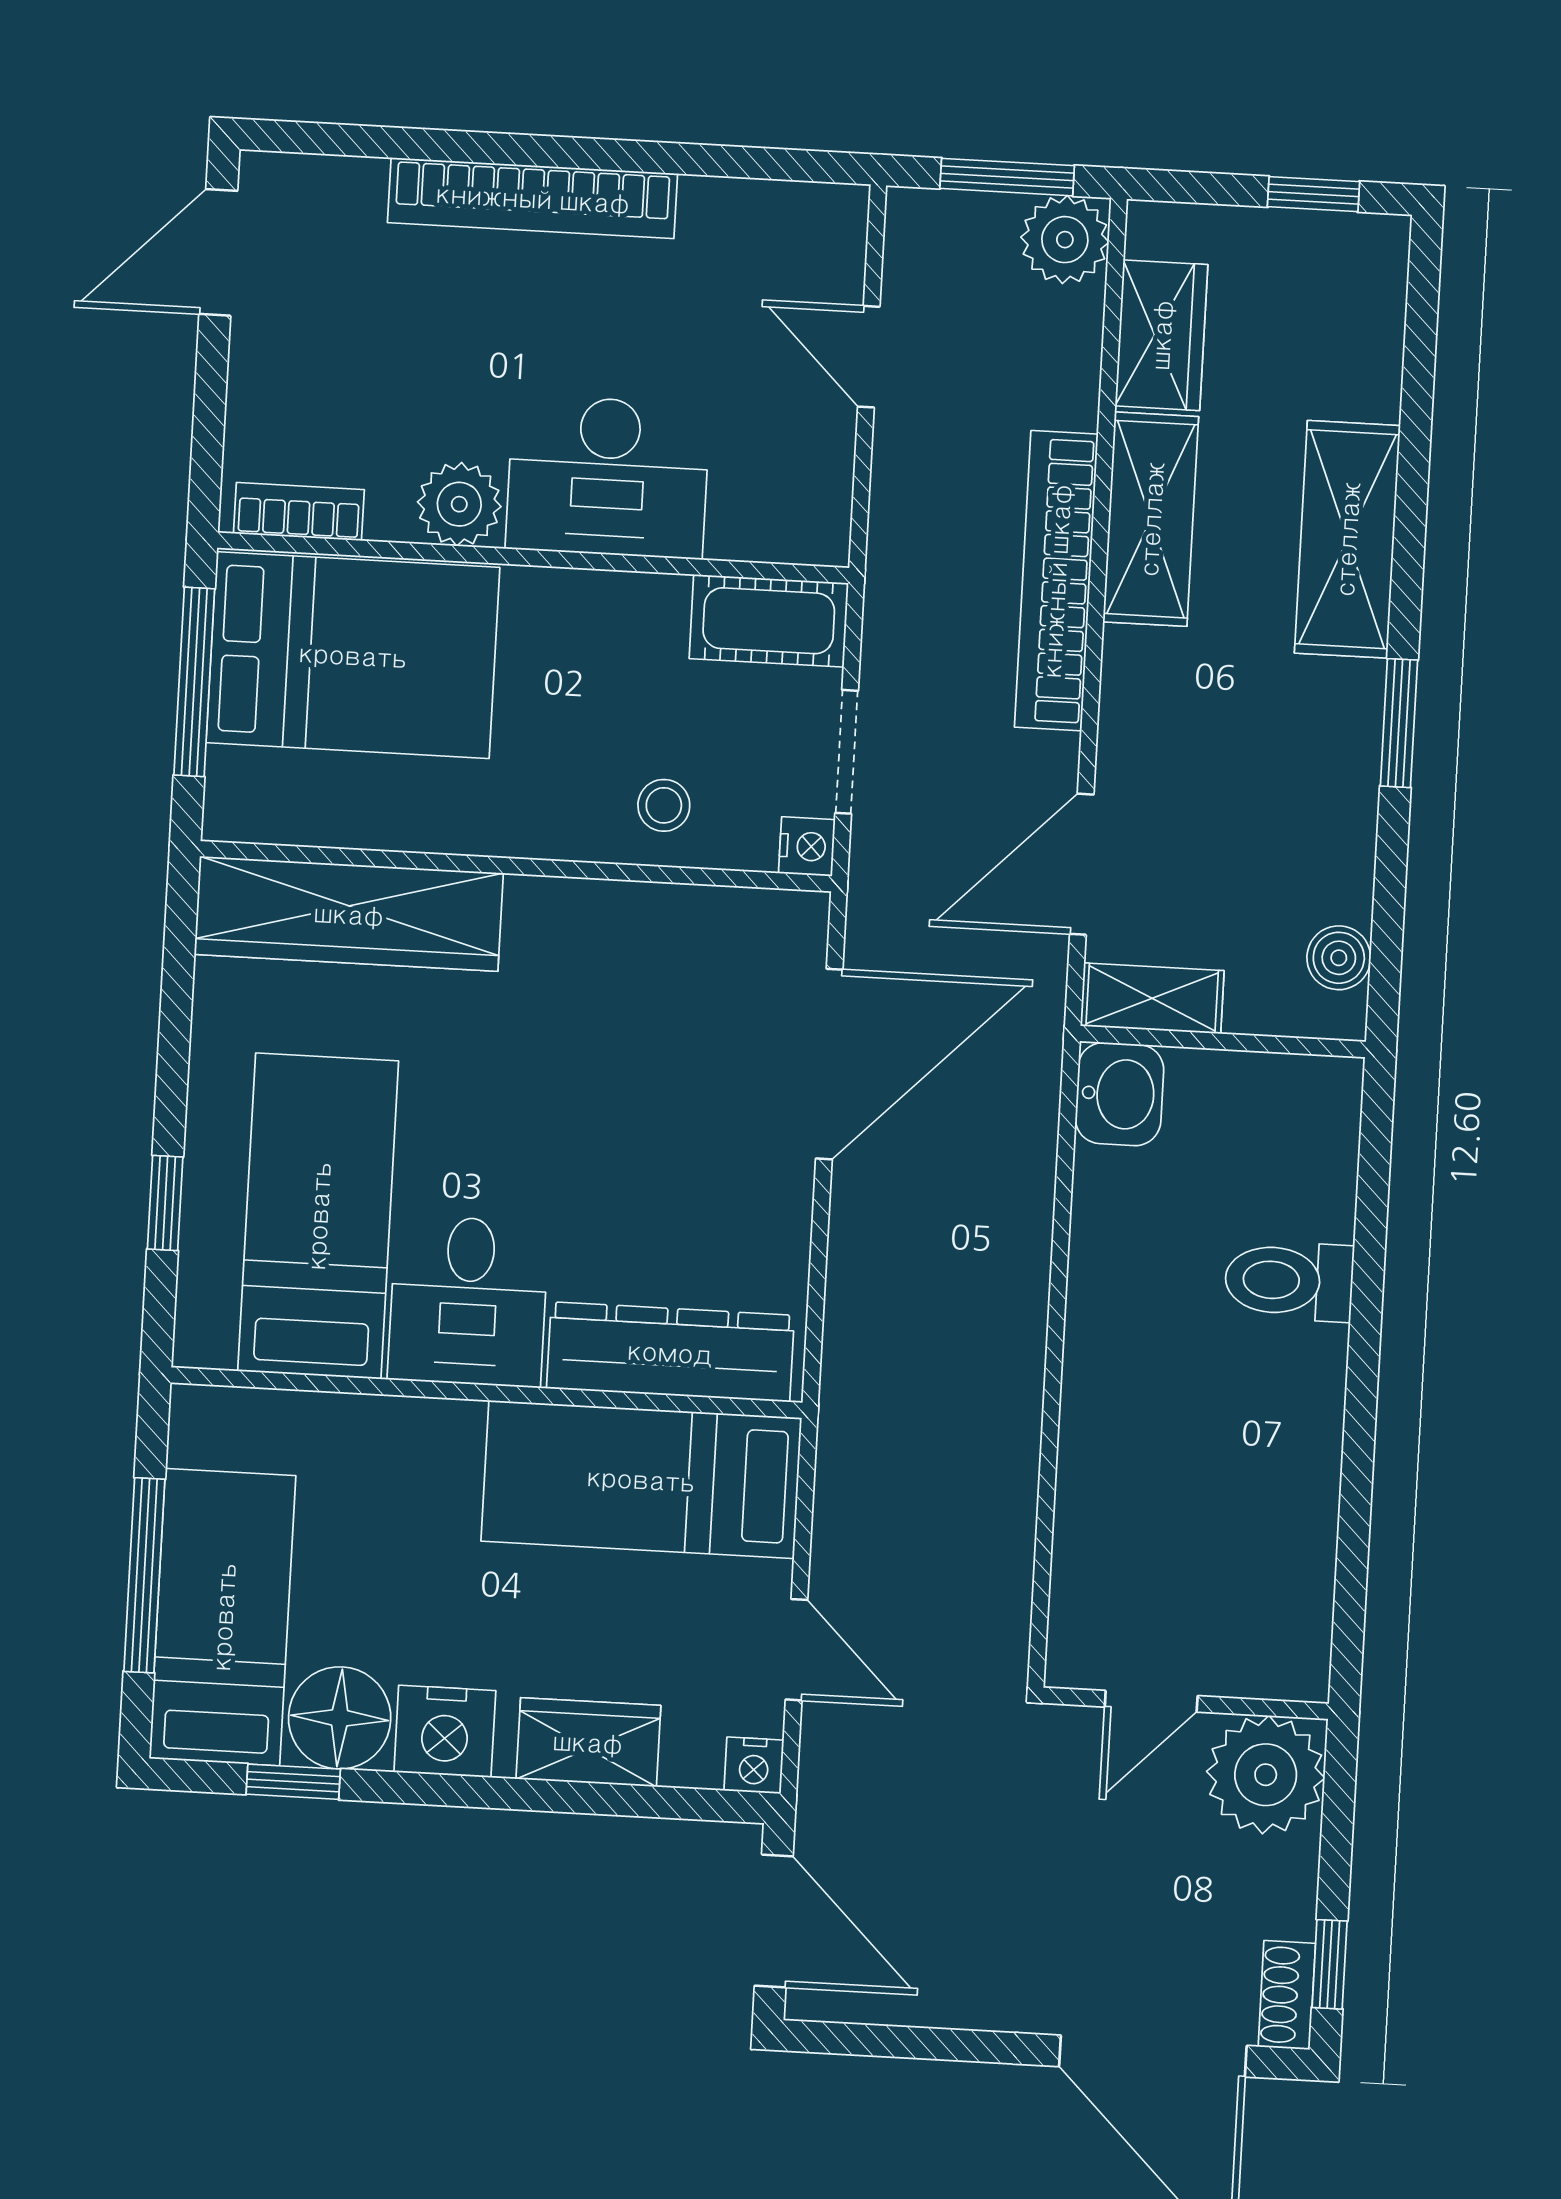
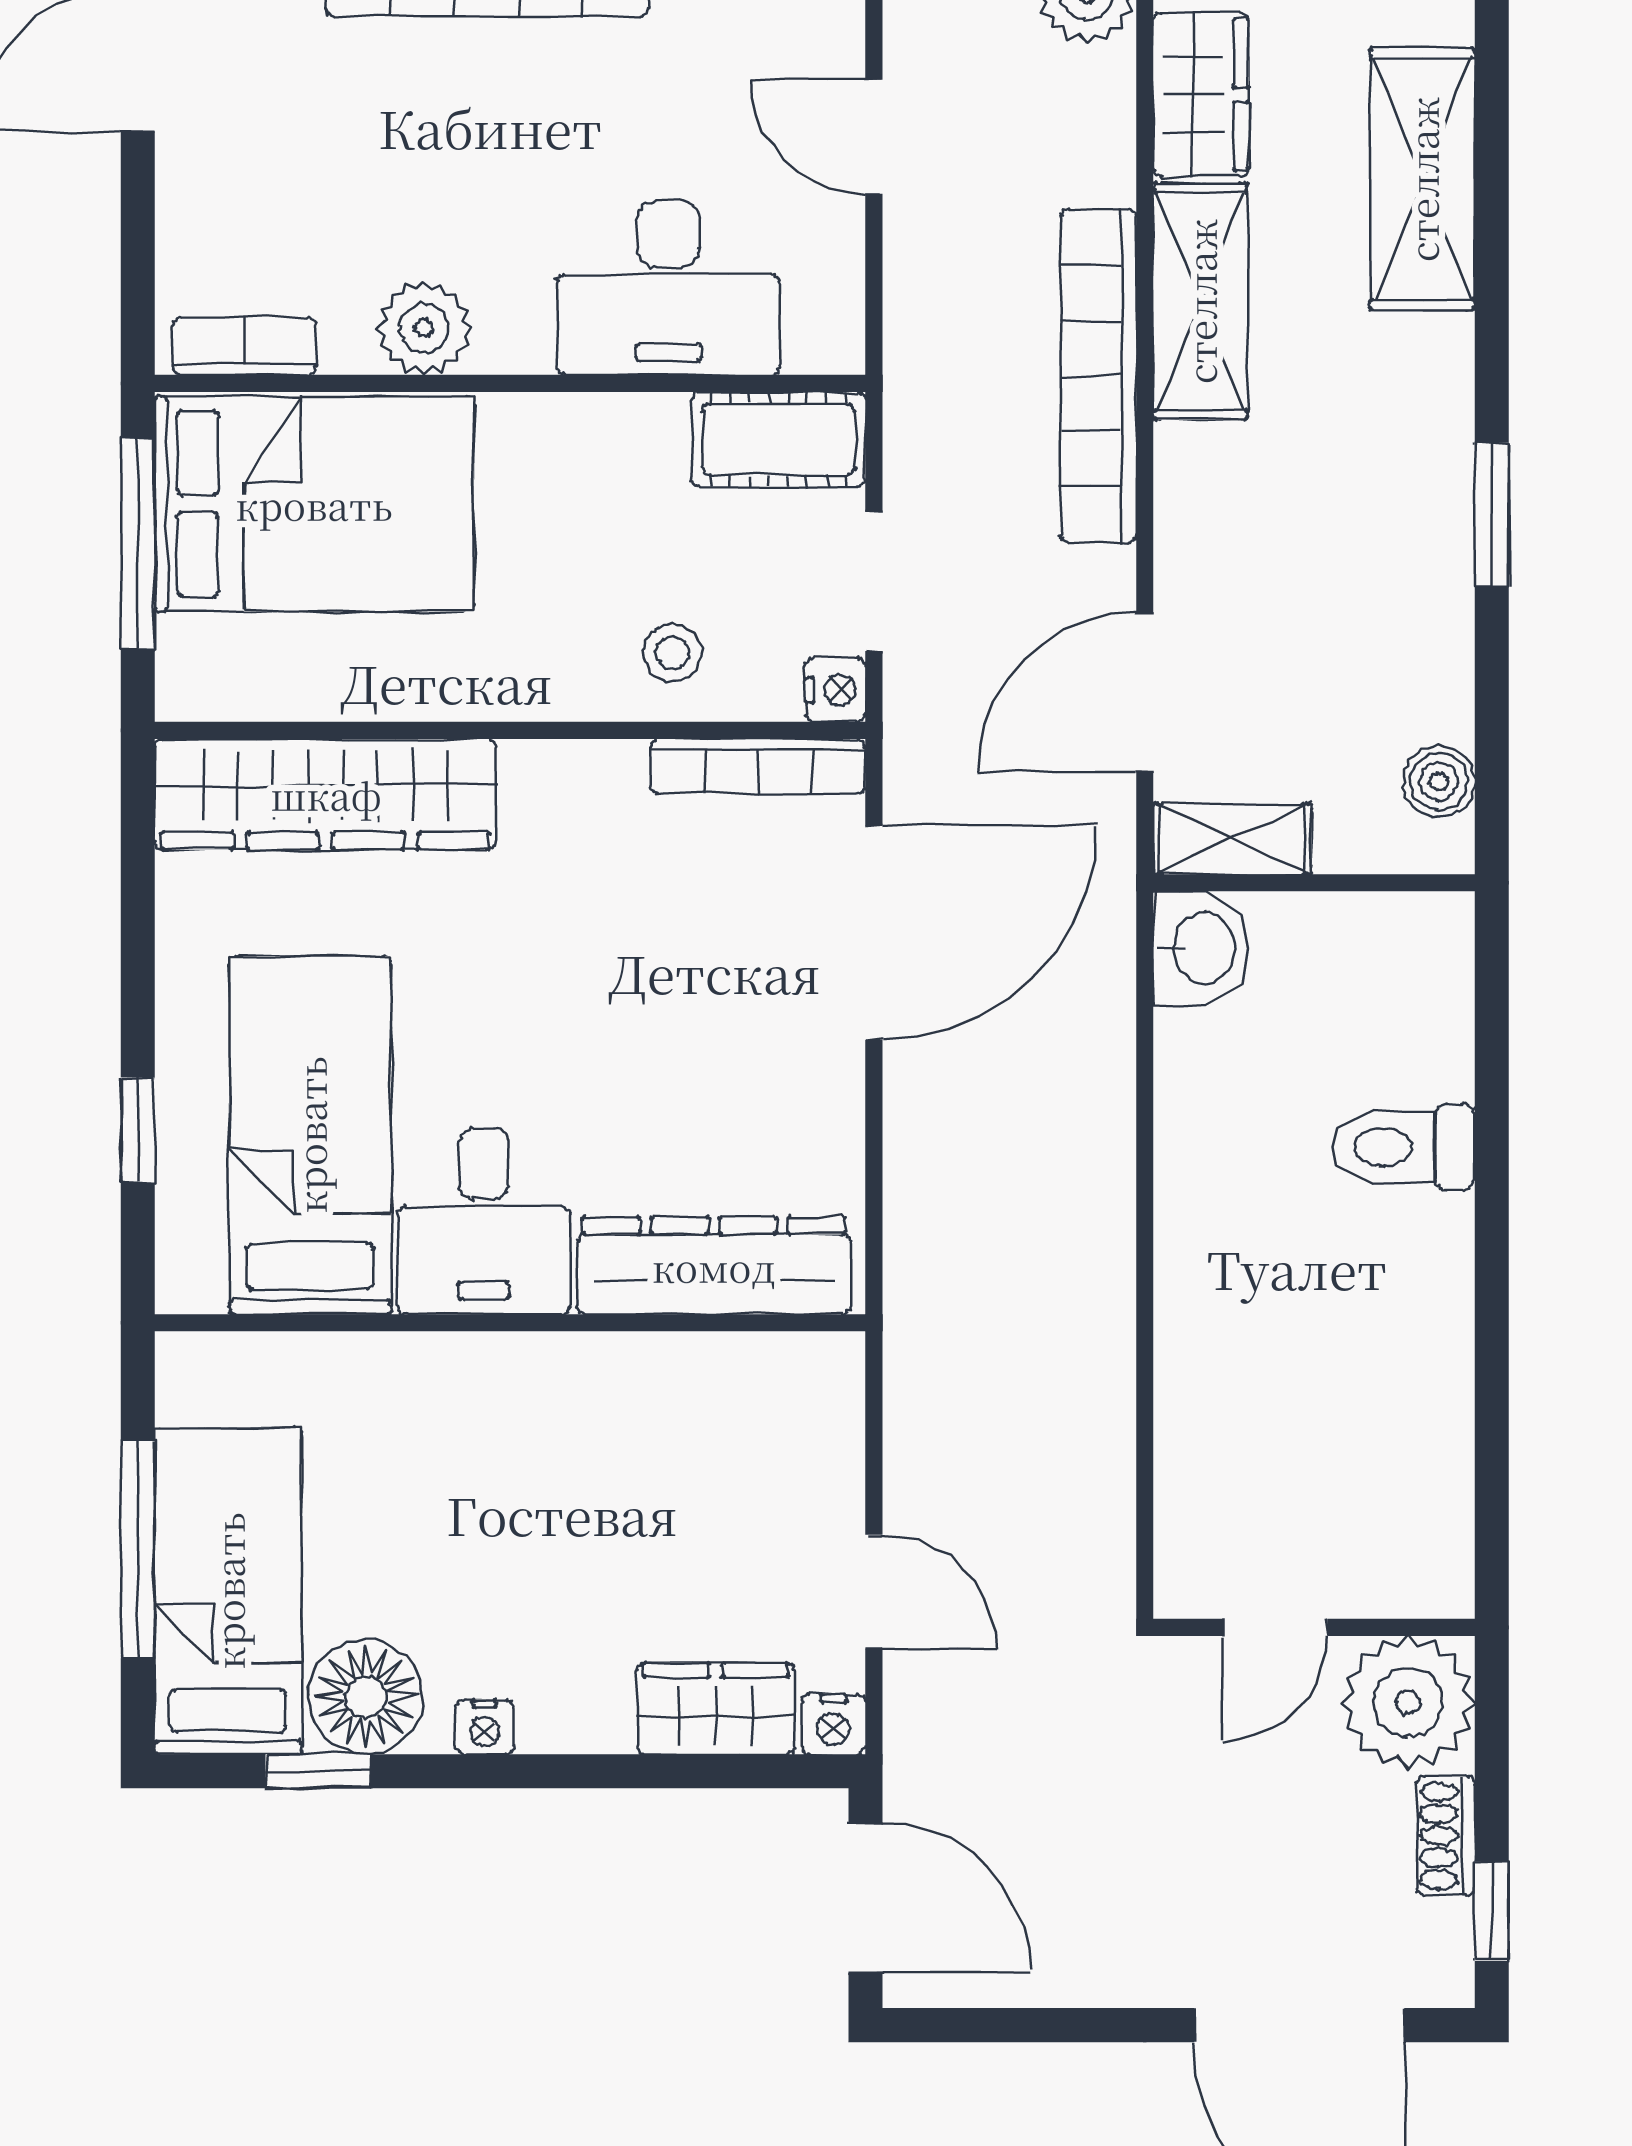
desk: (608, 477) -> (668, 288), moved
shelving: (1347, 539) -> (1422, 179), moved
bookcase: (734, 911) -> (758, 766), added
bed: (641, 1479) -> (689, 1411), removed
nightstand: (445, 1731) -> (485, 1727), width x0.53, depth x0.56
wardrobe: (588, 1742) -> (716, 1709), moved
shoe rack: (1287, 1995) -> (1446, 1836), moved

